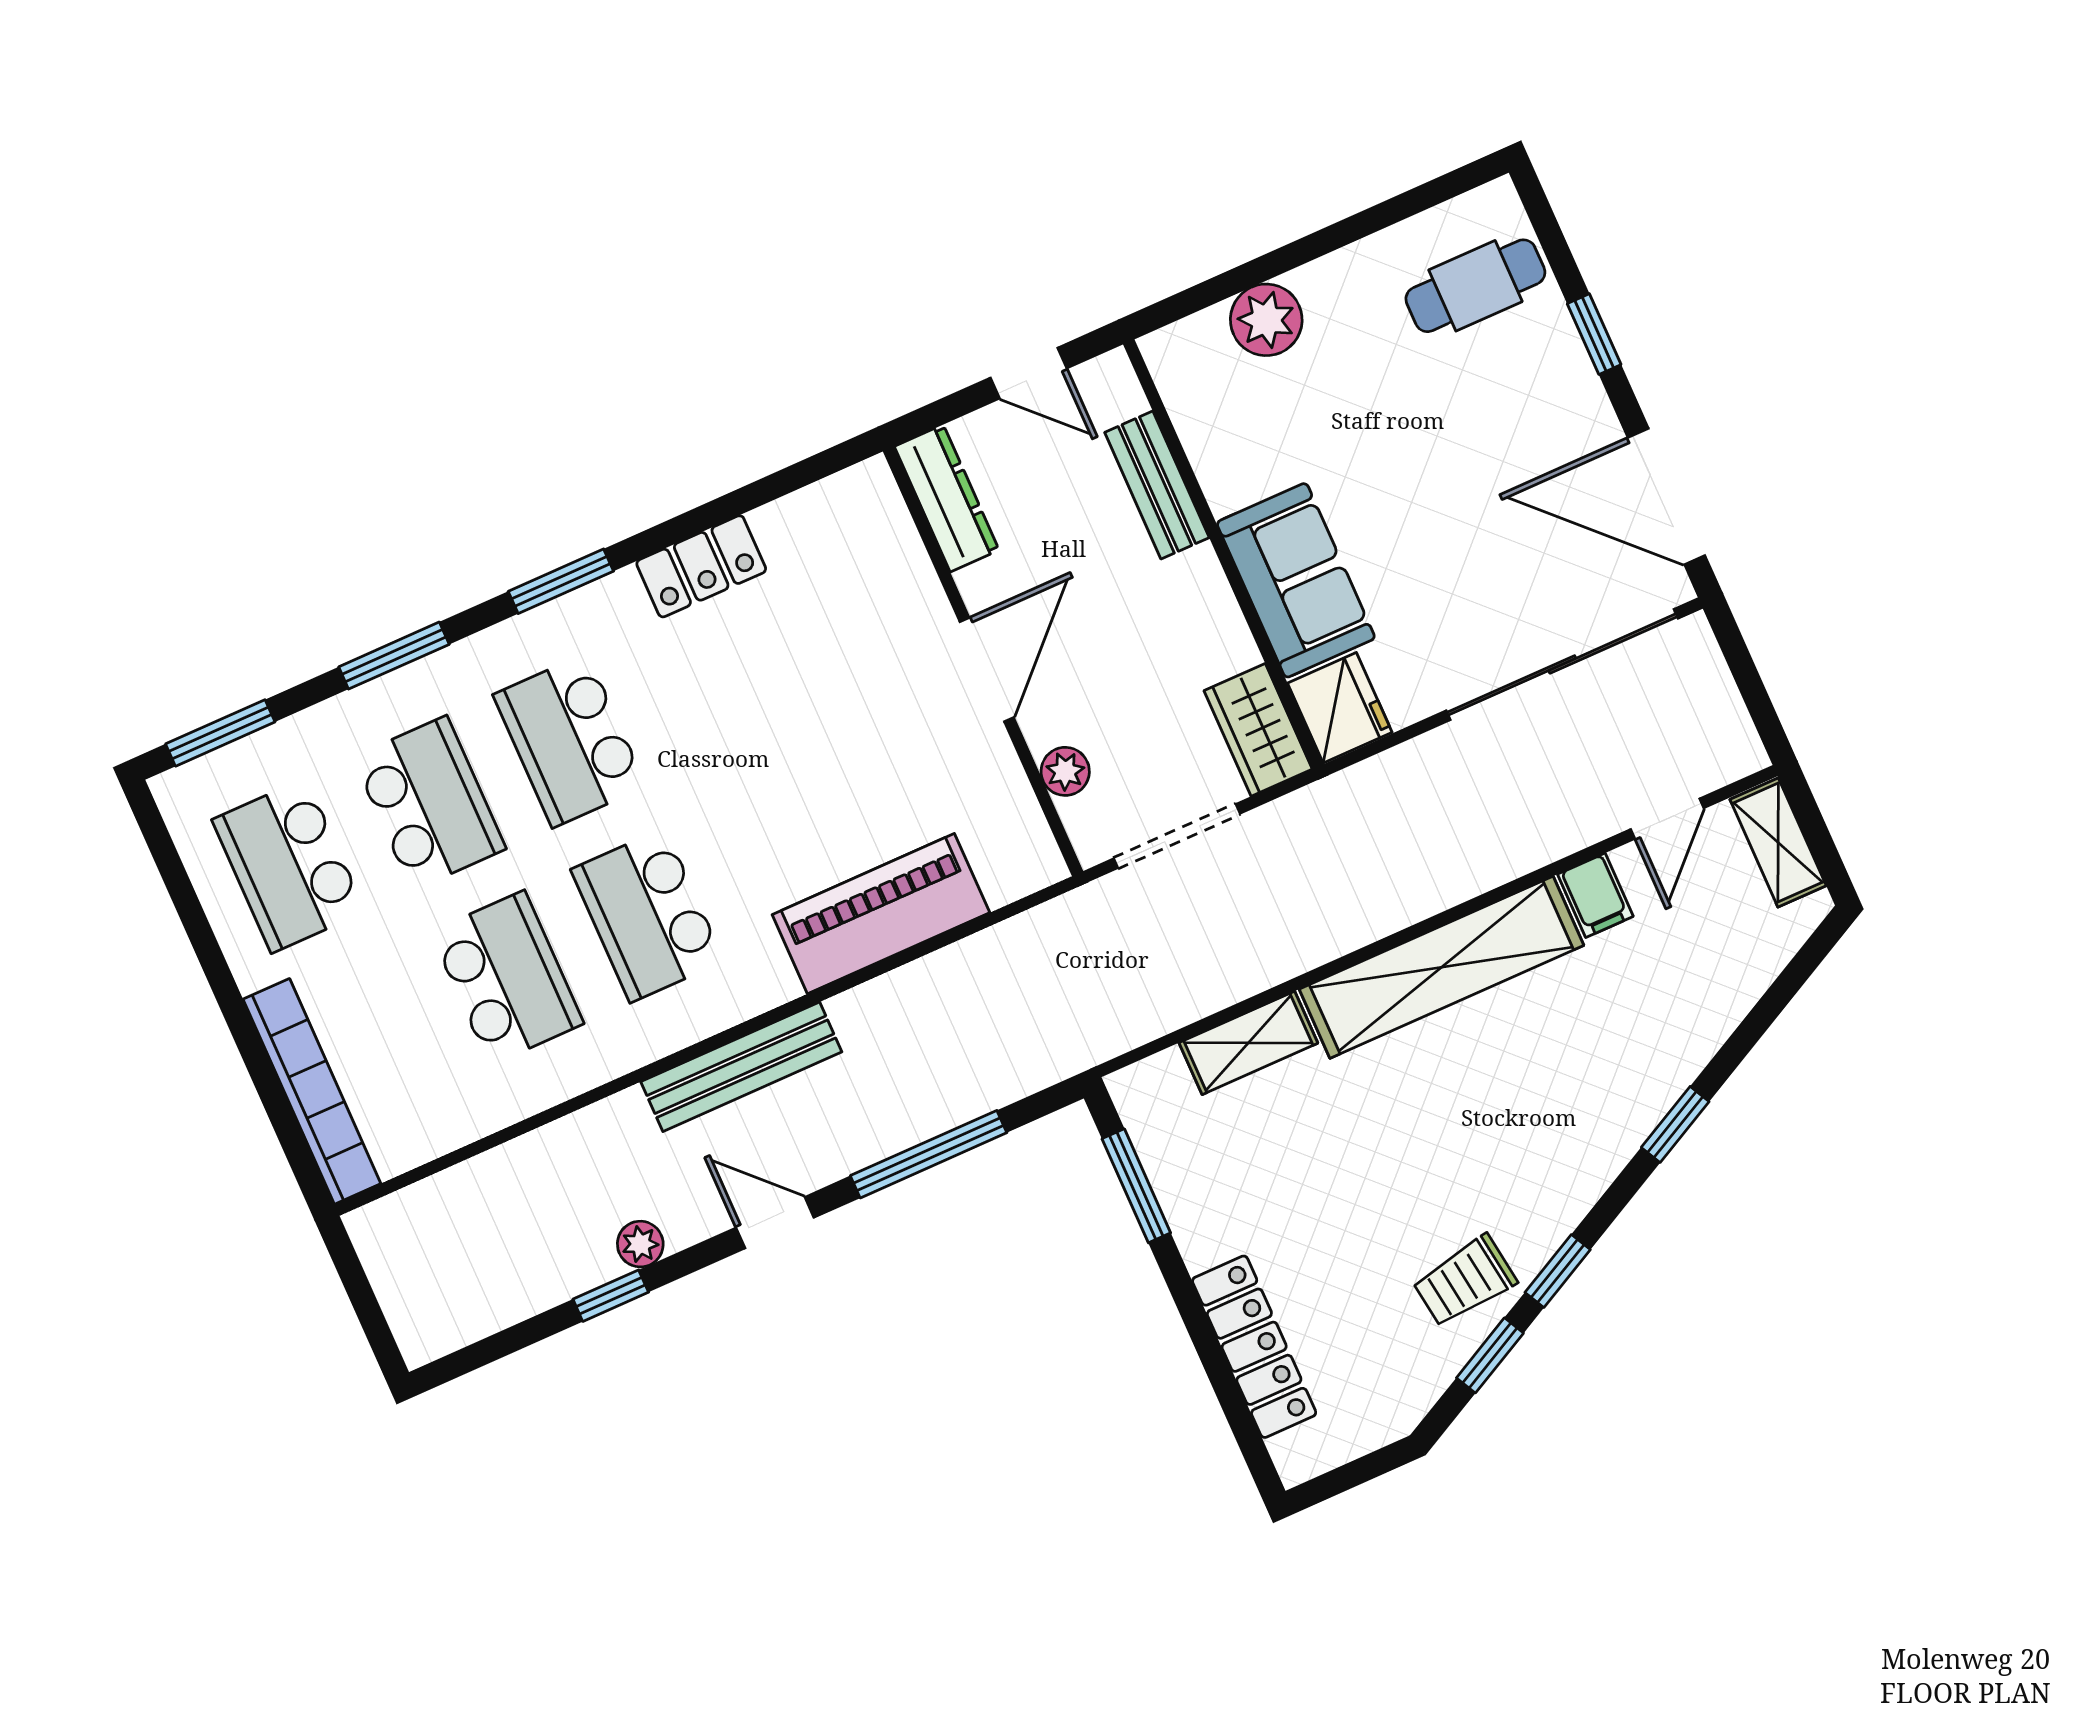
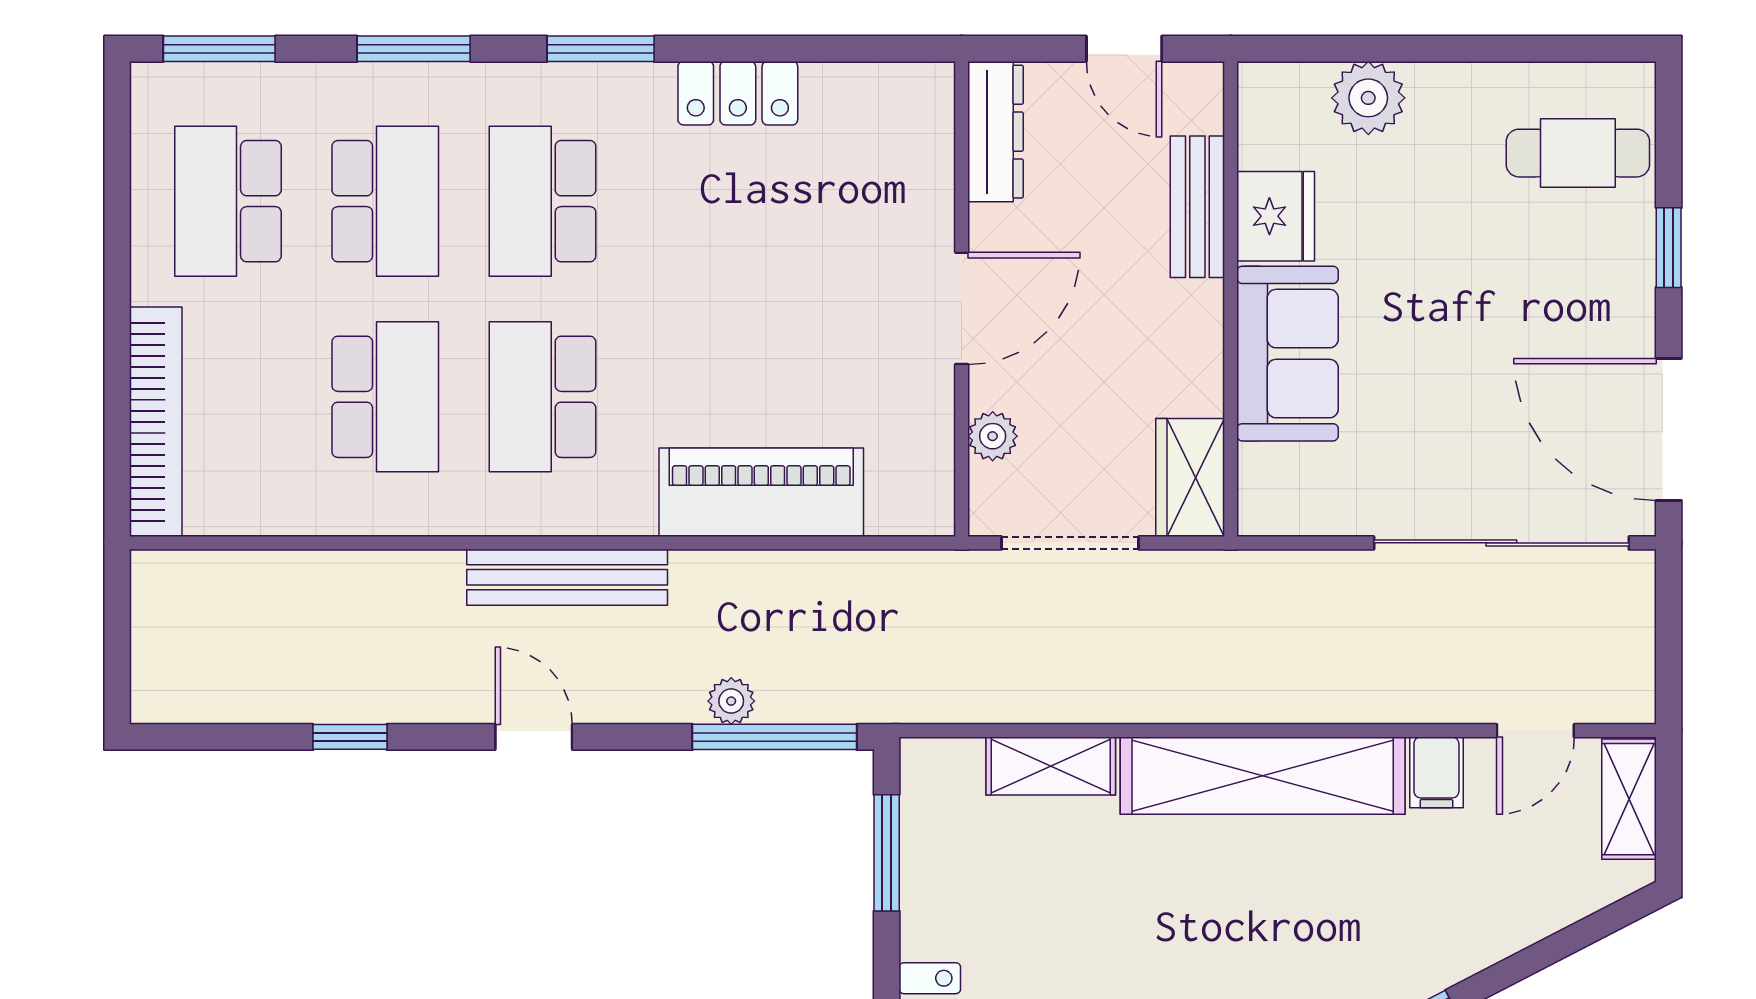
fridge: (1340, 708) -> (1276, 216), moved
window: (929, 1154) -> (775, 737), moved
plant: (640, 1244) -> (731, 701), moved

